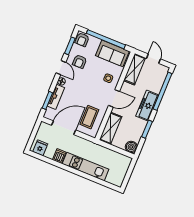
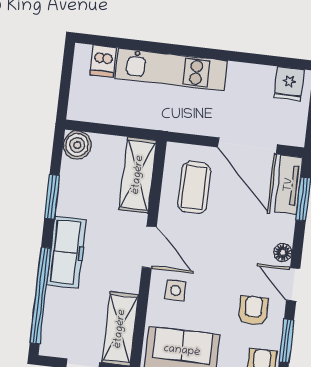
tv unit: (56, 97) -> (289, 185), moved
door: (114, 98) -> (149, 247), swing flipped
door: (64, 128) -> (247, 146), hinge flipped
dishwasher: (59, 156) -> (103, 61), moved

